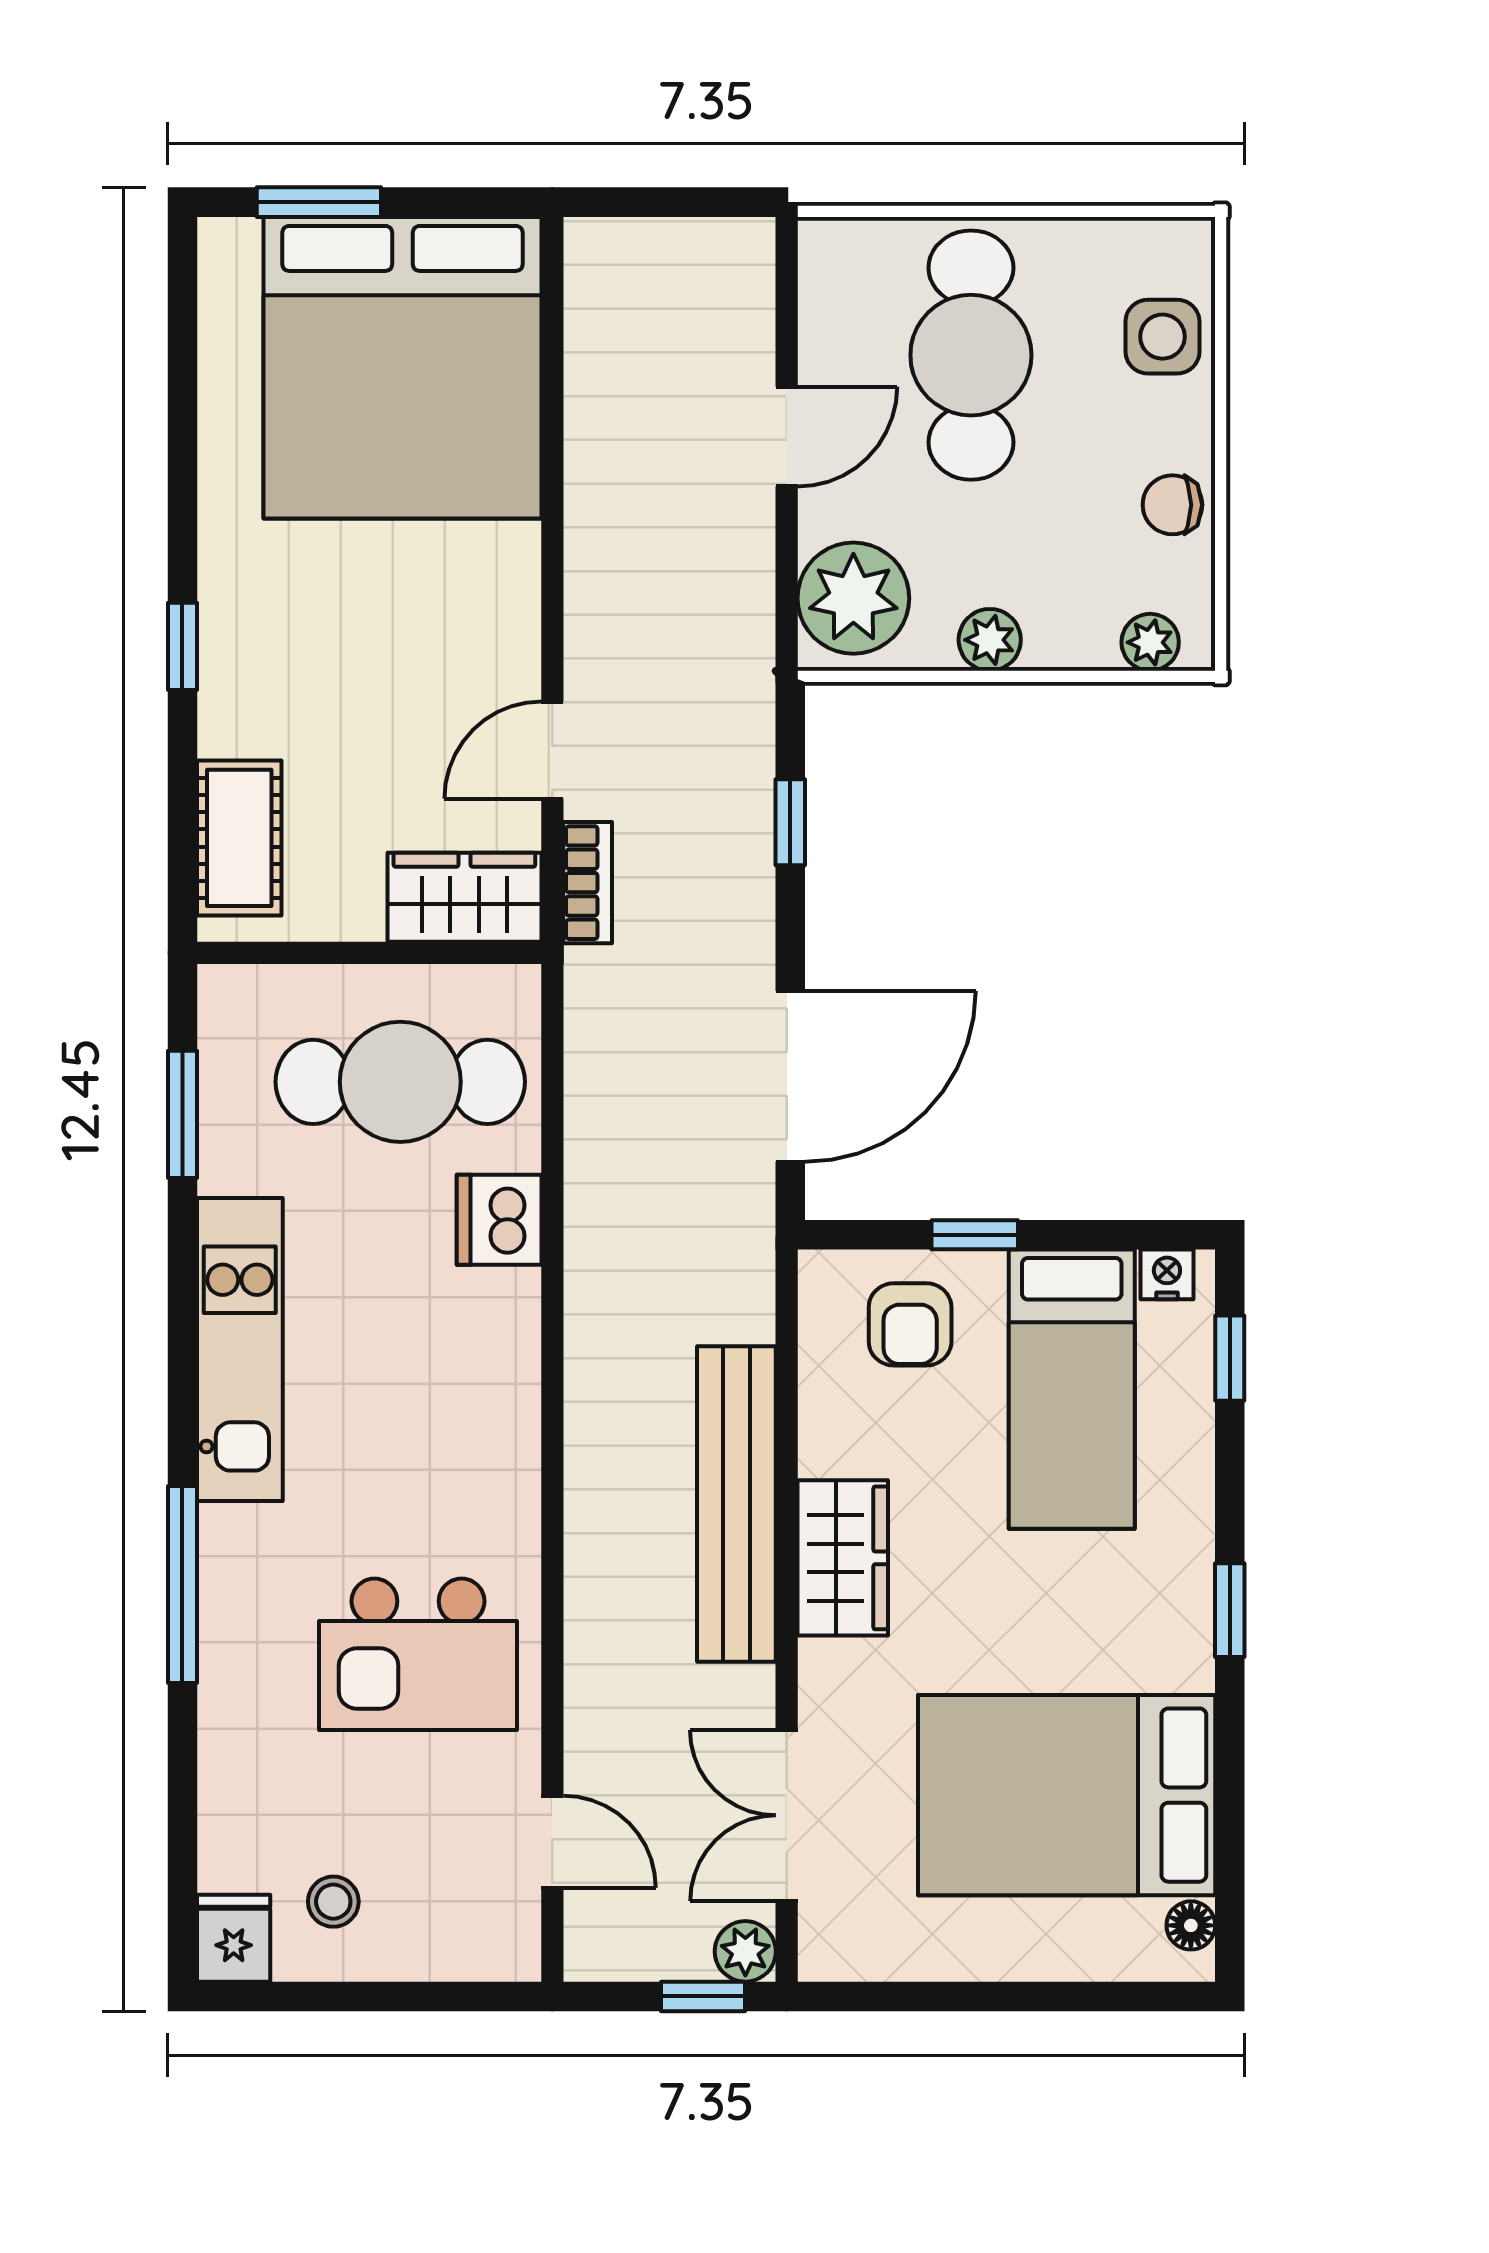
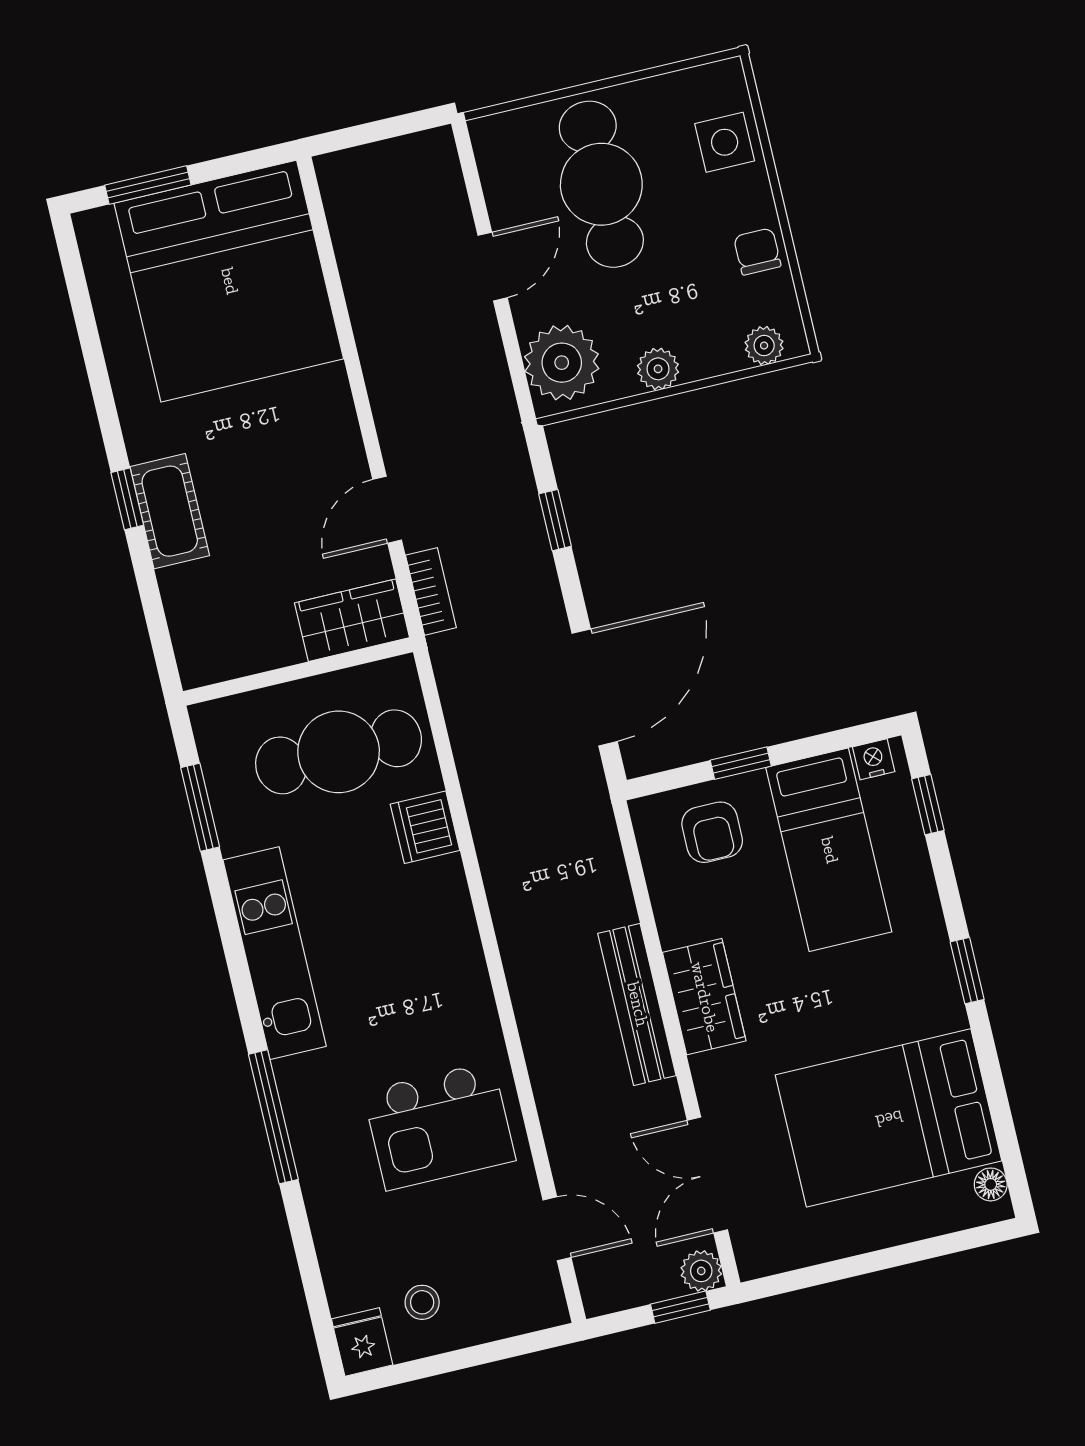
chair: (1172, 505) -> (757, 251), turned 90
cot: (239, 838) -> (170, 511), moved
bench: (736, 1504) -> (637, 1004), width x0.73, depth x0.82

